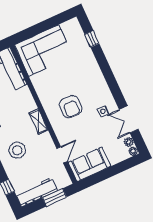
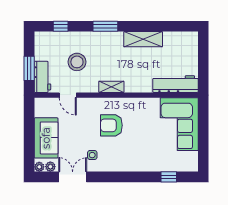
stool: (17, 150) -> (77, 62), moved
sofa: (90, 164) -> (46, 138), moved
workbench: (36, 192) -> (42, 77), moved, width x0.73

